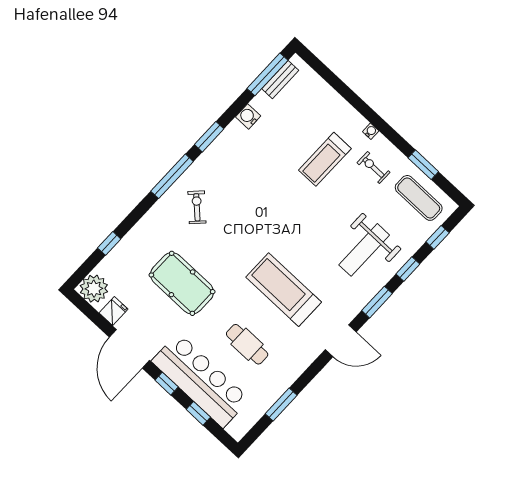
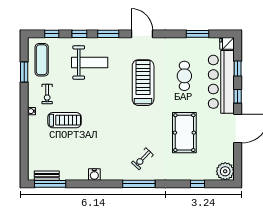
water cooler: (248, 116) -> (94, 175), moved
window: (209, 137) -> (104, 184), removed
treadmill: (284, 290) -> (143, 83), turned 180
fridge: (113, 311) -> (227, 43), moved

